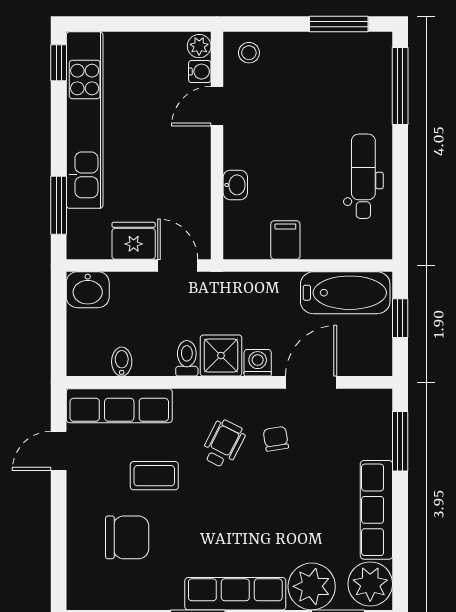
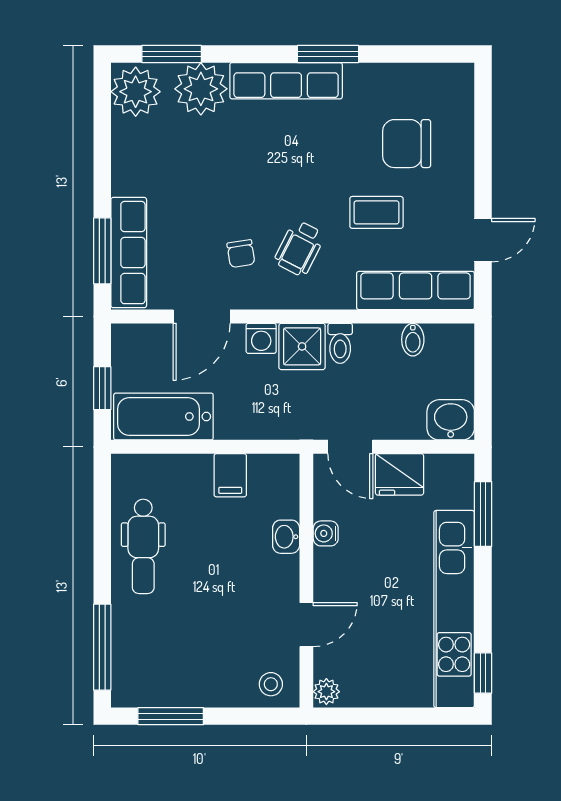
water cooler: (200, 72) -> (326, 533), moved
row of seats: (376, 510) -> (129, 253), moved

